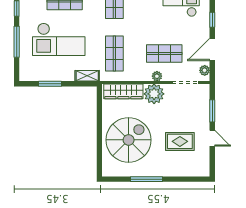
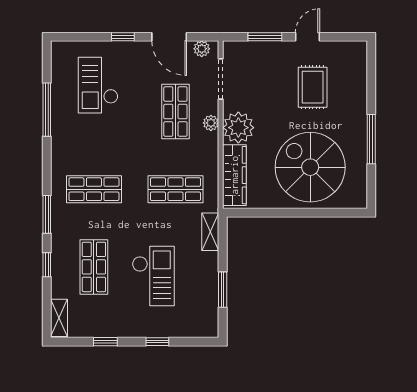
checkout: (59, 39) -> (153, 276), width x0.73, depth x0.83
window: (17, 42) -> (157, 342), width x0.46

